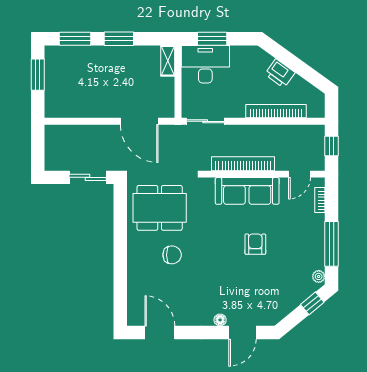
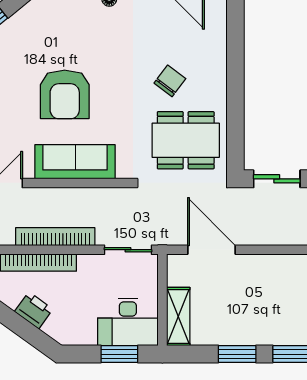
shelving: (168, 61) -> (178, 317), width x1.50, depth x1.33
bookcase: (243, 164) -> (55, 237), moved, turned 180
armchair: (255, 244) -> (65, 94), width x1.88, depth x1.88
chair: (172, 255) -> (170, 81), turned 127

